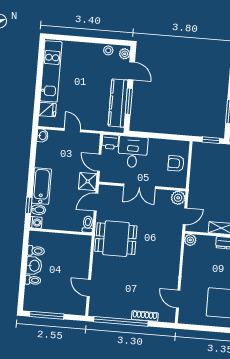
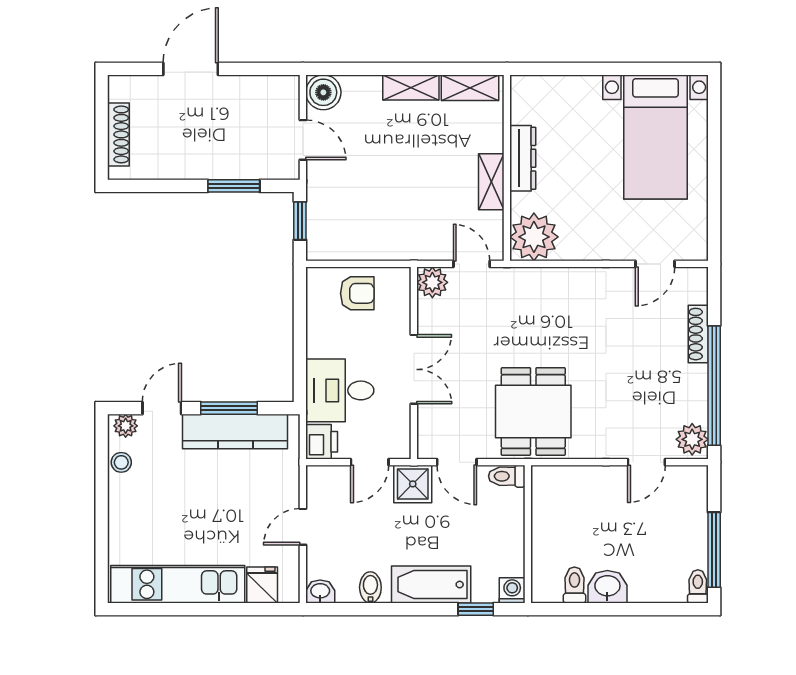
armchair: (176, 163) -> (357, 293), turned -90
bidet: (38, 210) -> (370, 587), moved
plant: (190, 240) -> (534, 237), width x1.88, depth x1.88
toilet: (33, 280) -> (698, 586), moved
plant: (97, 309) -> (692, 439), added

